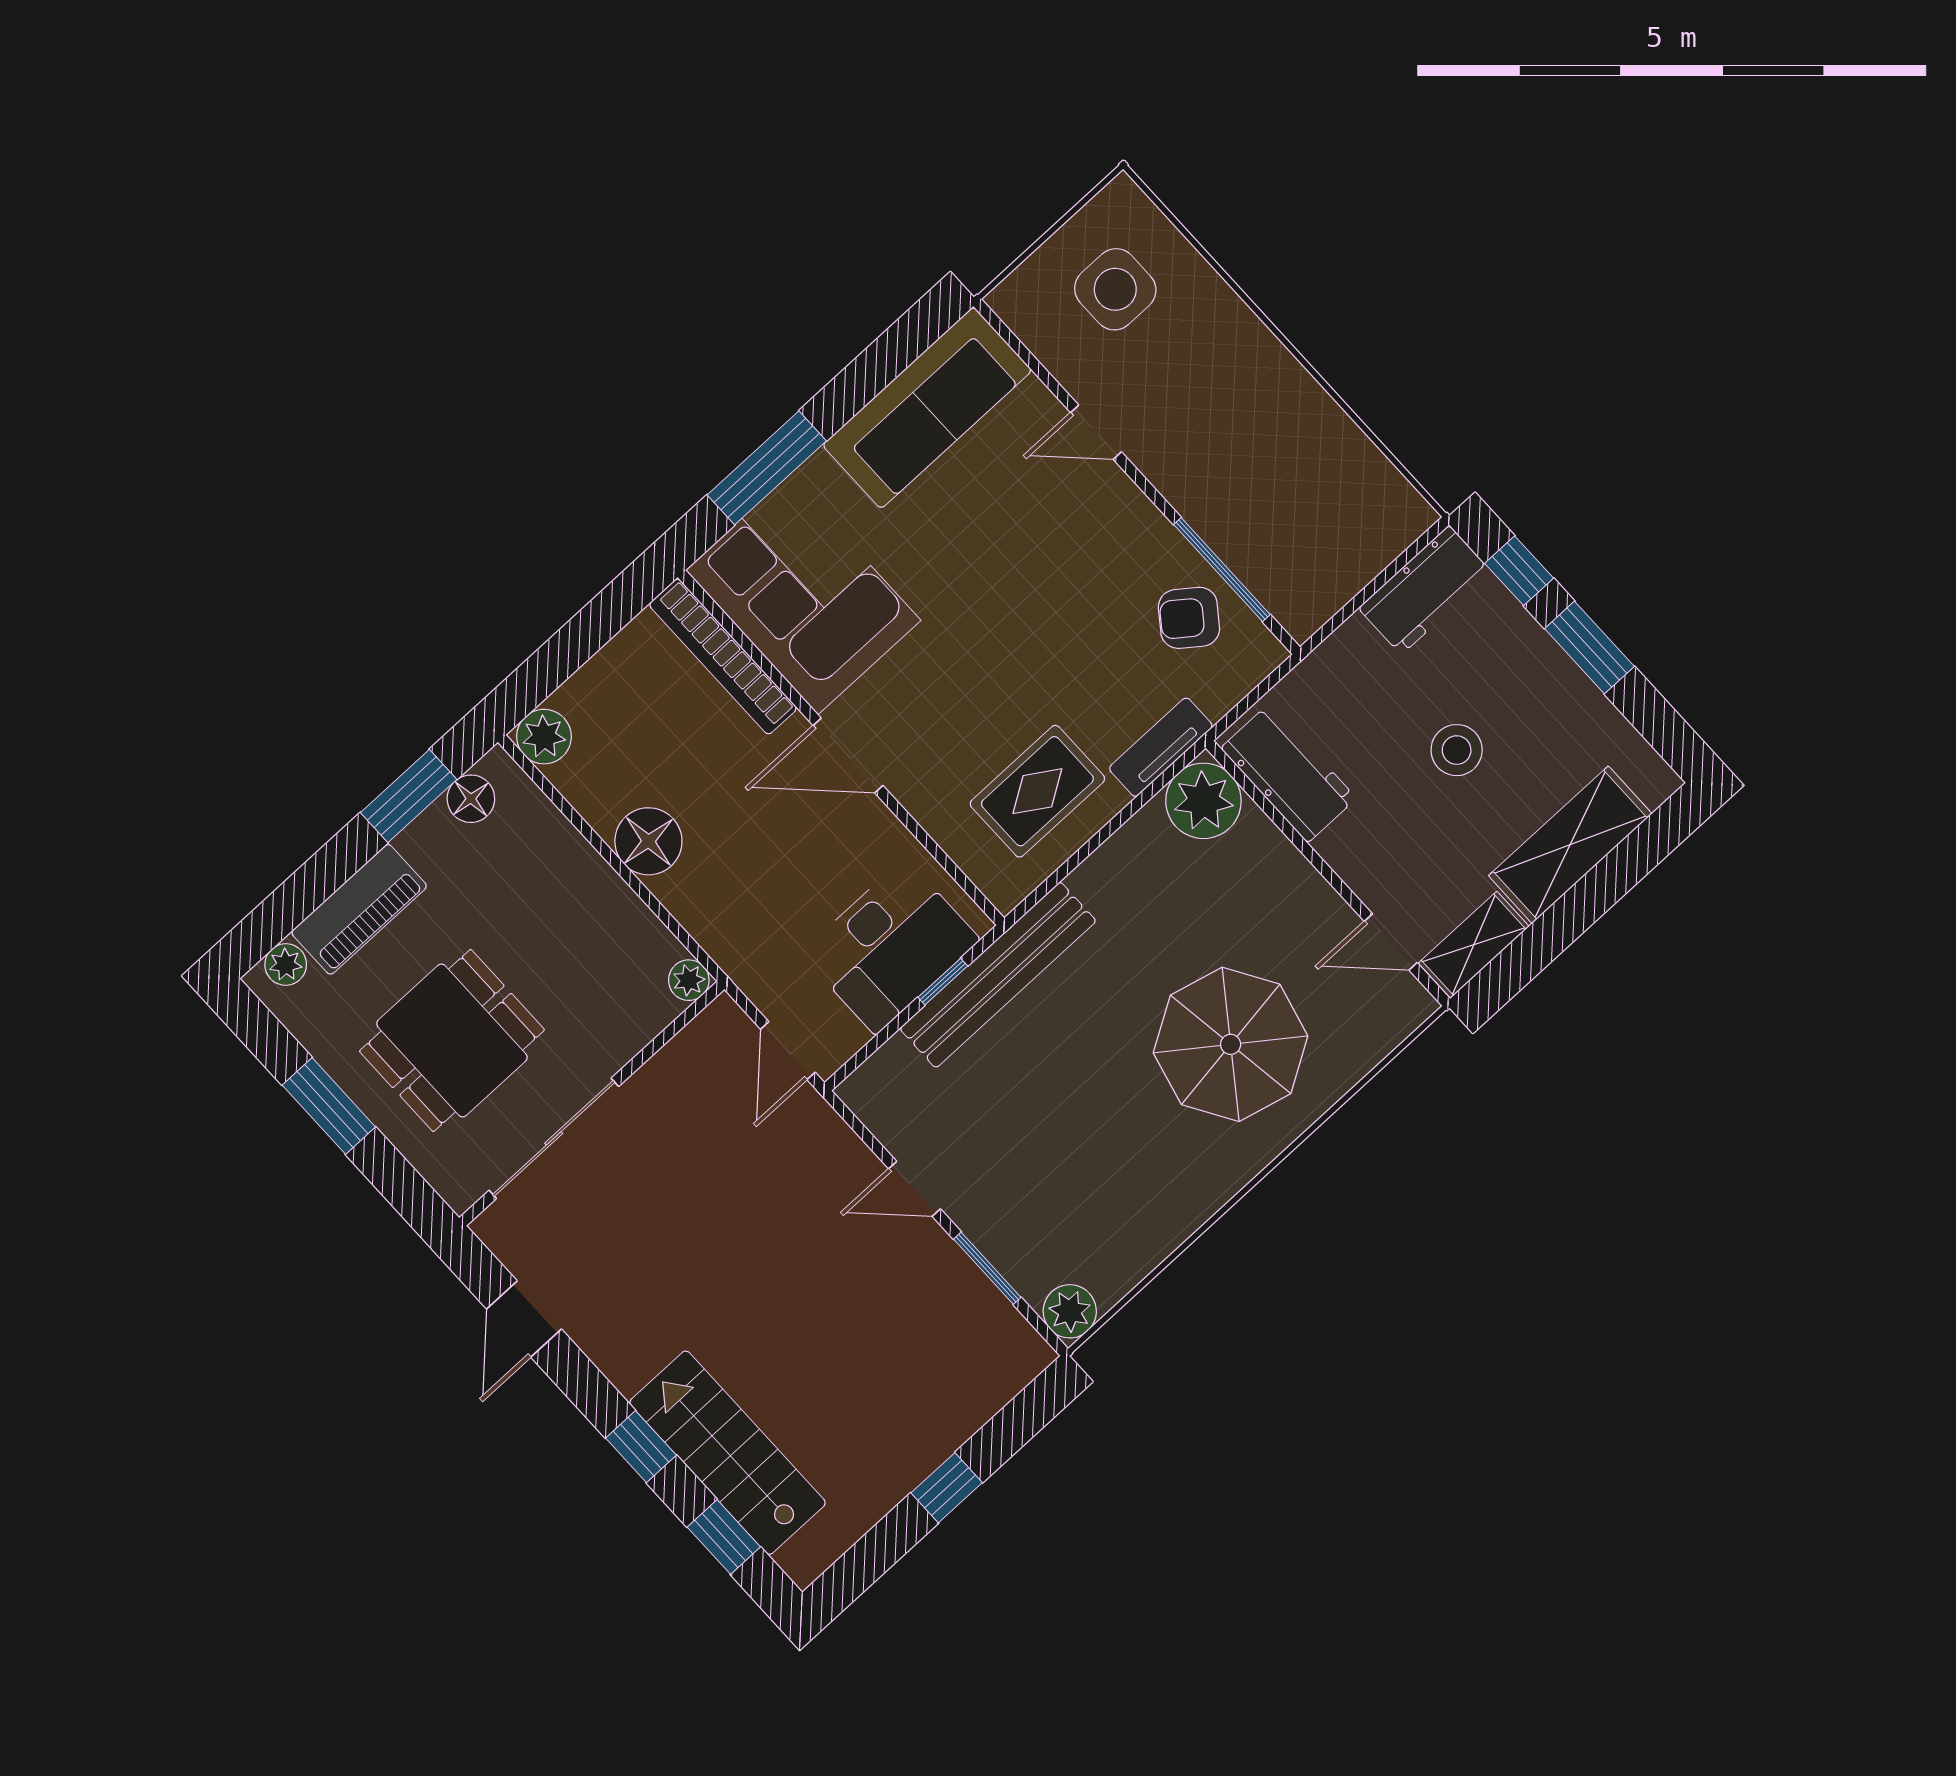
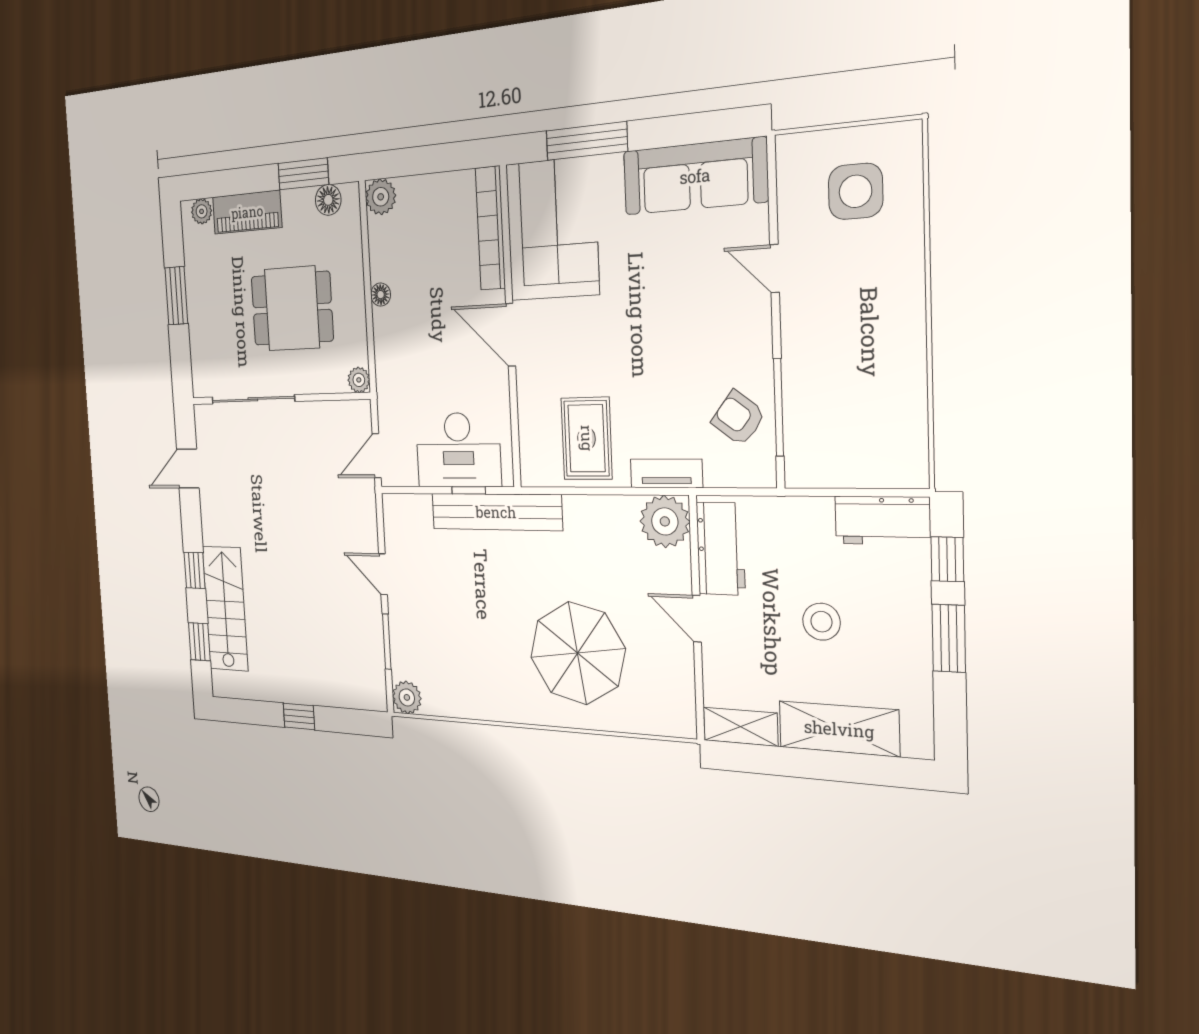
rug: (1037, 791) -> (587, 438), turned 90
floor lamp: (648, 841) -> (381, 295), width x0.53, depth x0.53
door: (1391, 942) -> (697, 619), moved
dining table: (452, 1040) -> (292, 309), moved

